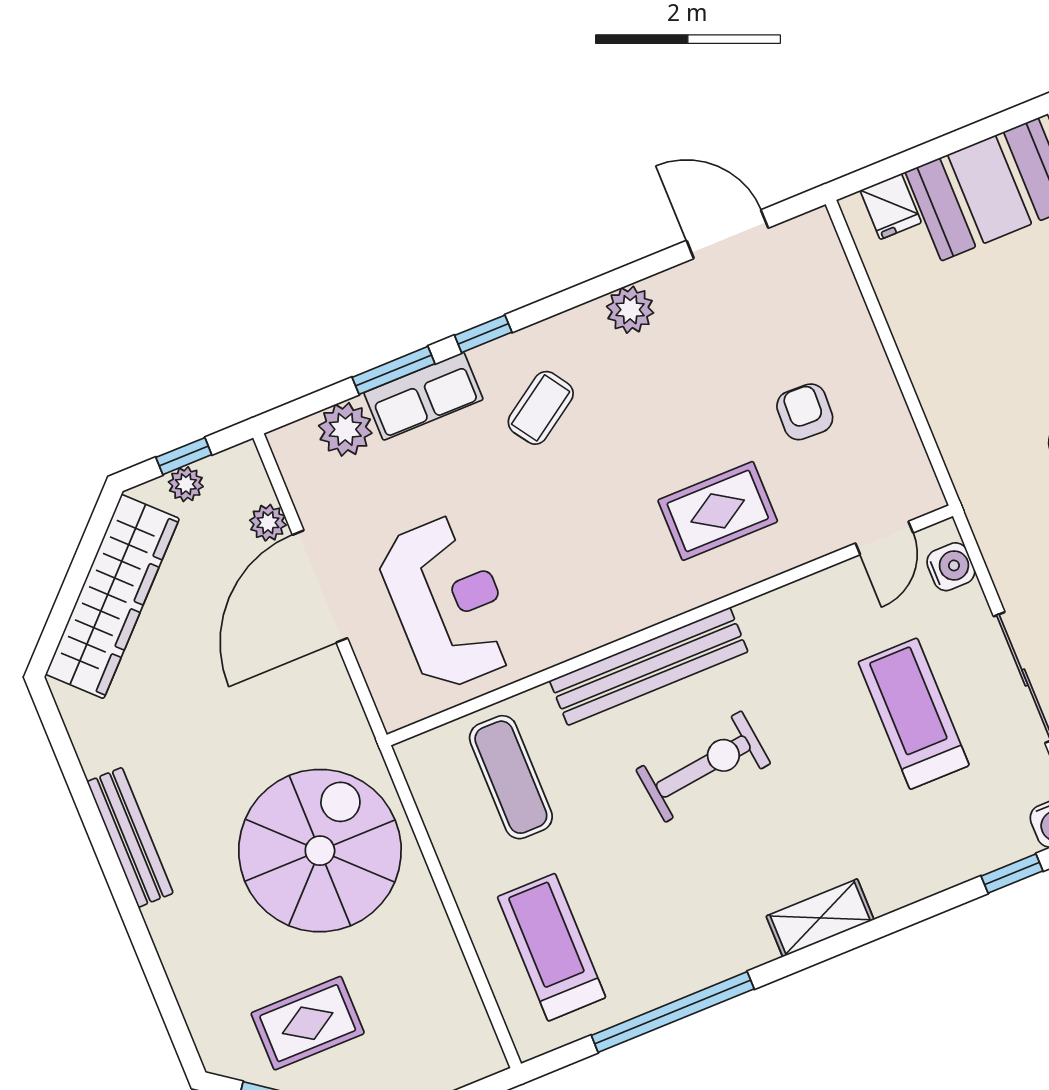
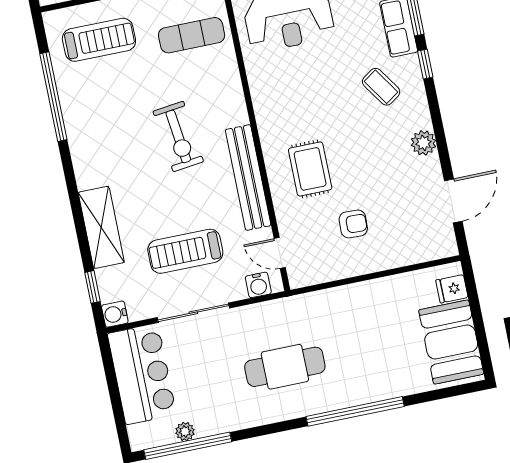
bench: (649, 666) -> (248, 178), moved
treadmill: (914, 714) -> (185, 251), turned 180
shelving: (820, 918) -> (101, 227), moved, width x1.50, depth x1.33

